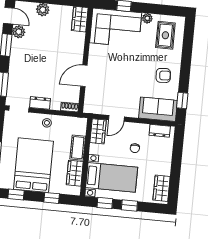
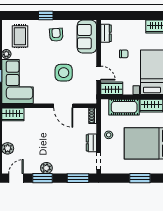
plant: (19, 32) -> (46, 168), moved
rug: (165, 35) -> (20, 36), turned 90
side table: (121, 80) -> (64, 73), added
window: (182, 101) -> (46, 16), moved
cot: (78, 148) -> (124, 107), width x1.37, depth x1.34

